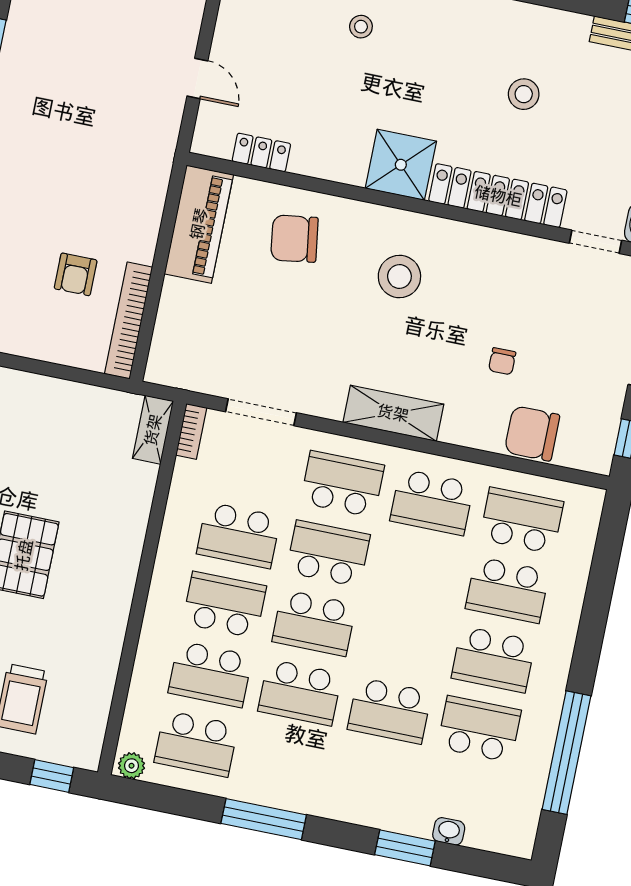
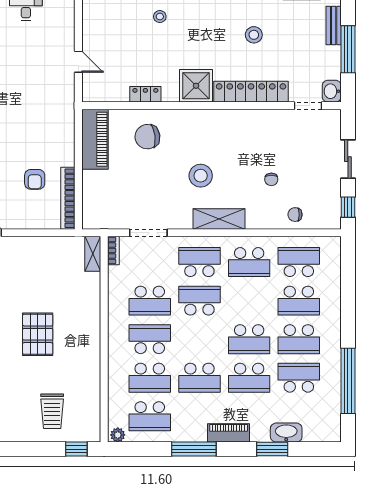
locker: (261, 152) -> (145, 94), moved
stool: (399, 276) -> (201, 176), moved
chair: (532, 433) -> (295, 215), width x0.54, depth x0.54
school desk: (314, 623) -> (249, 339), moved
piano: (332, 803) -> (229, 433), added
washbasin: (449, 831) -> (286, 433), width x1.91, depth x1.45

